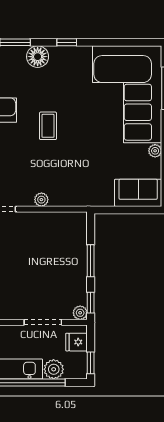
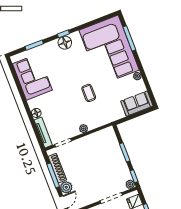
floor lamp: (38, 57) -> (65, 43), moved
coffee table: (48, 126) -> (89, 93), moved

